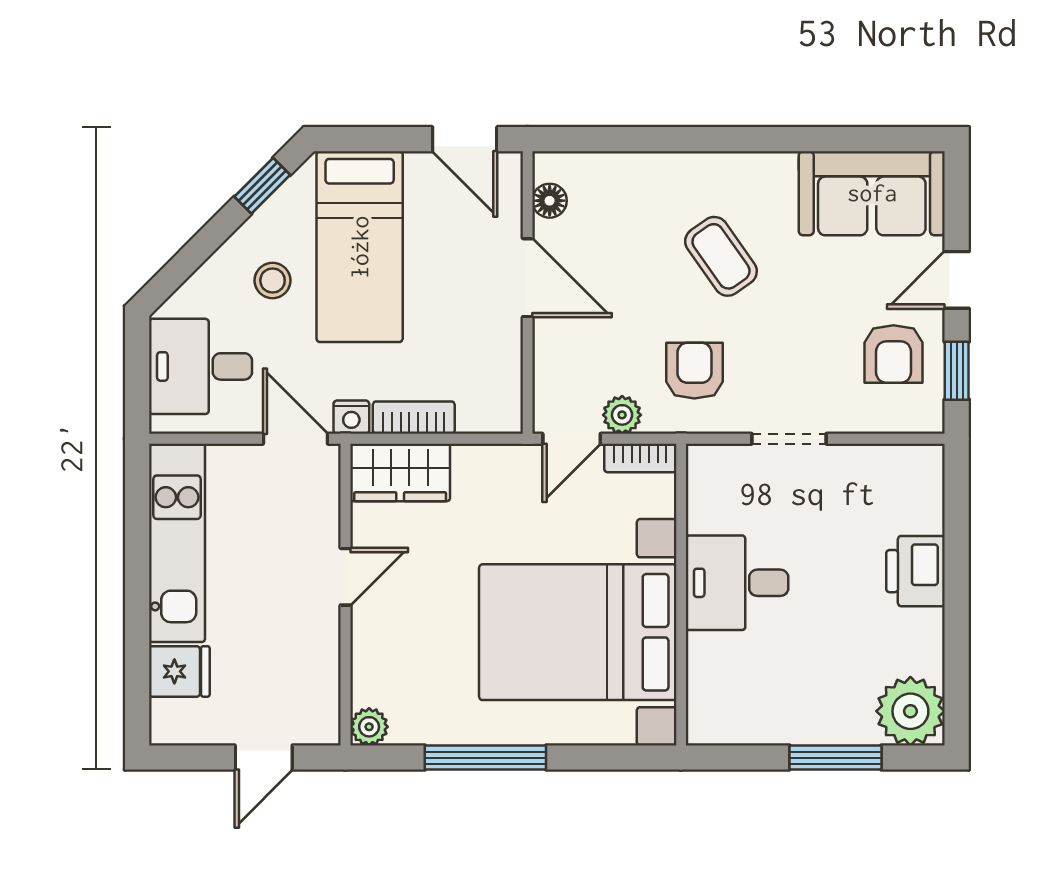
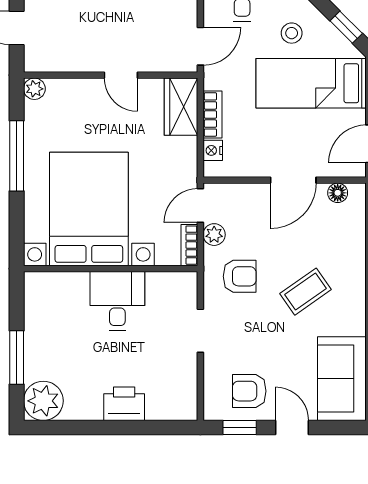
nightstand: (351, 417) -> (213, 150), moved
door: (572, 439) -> (200, 205), hinge flipped

